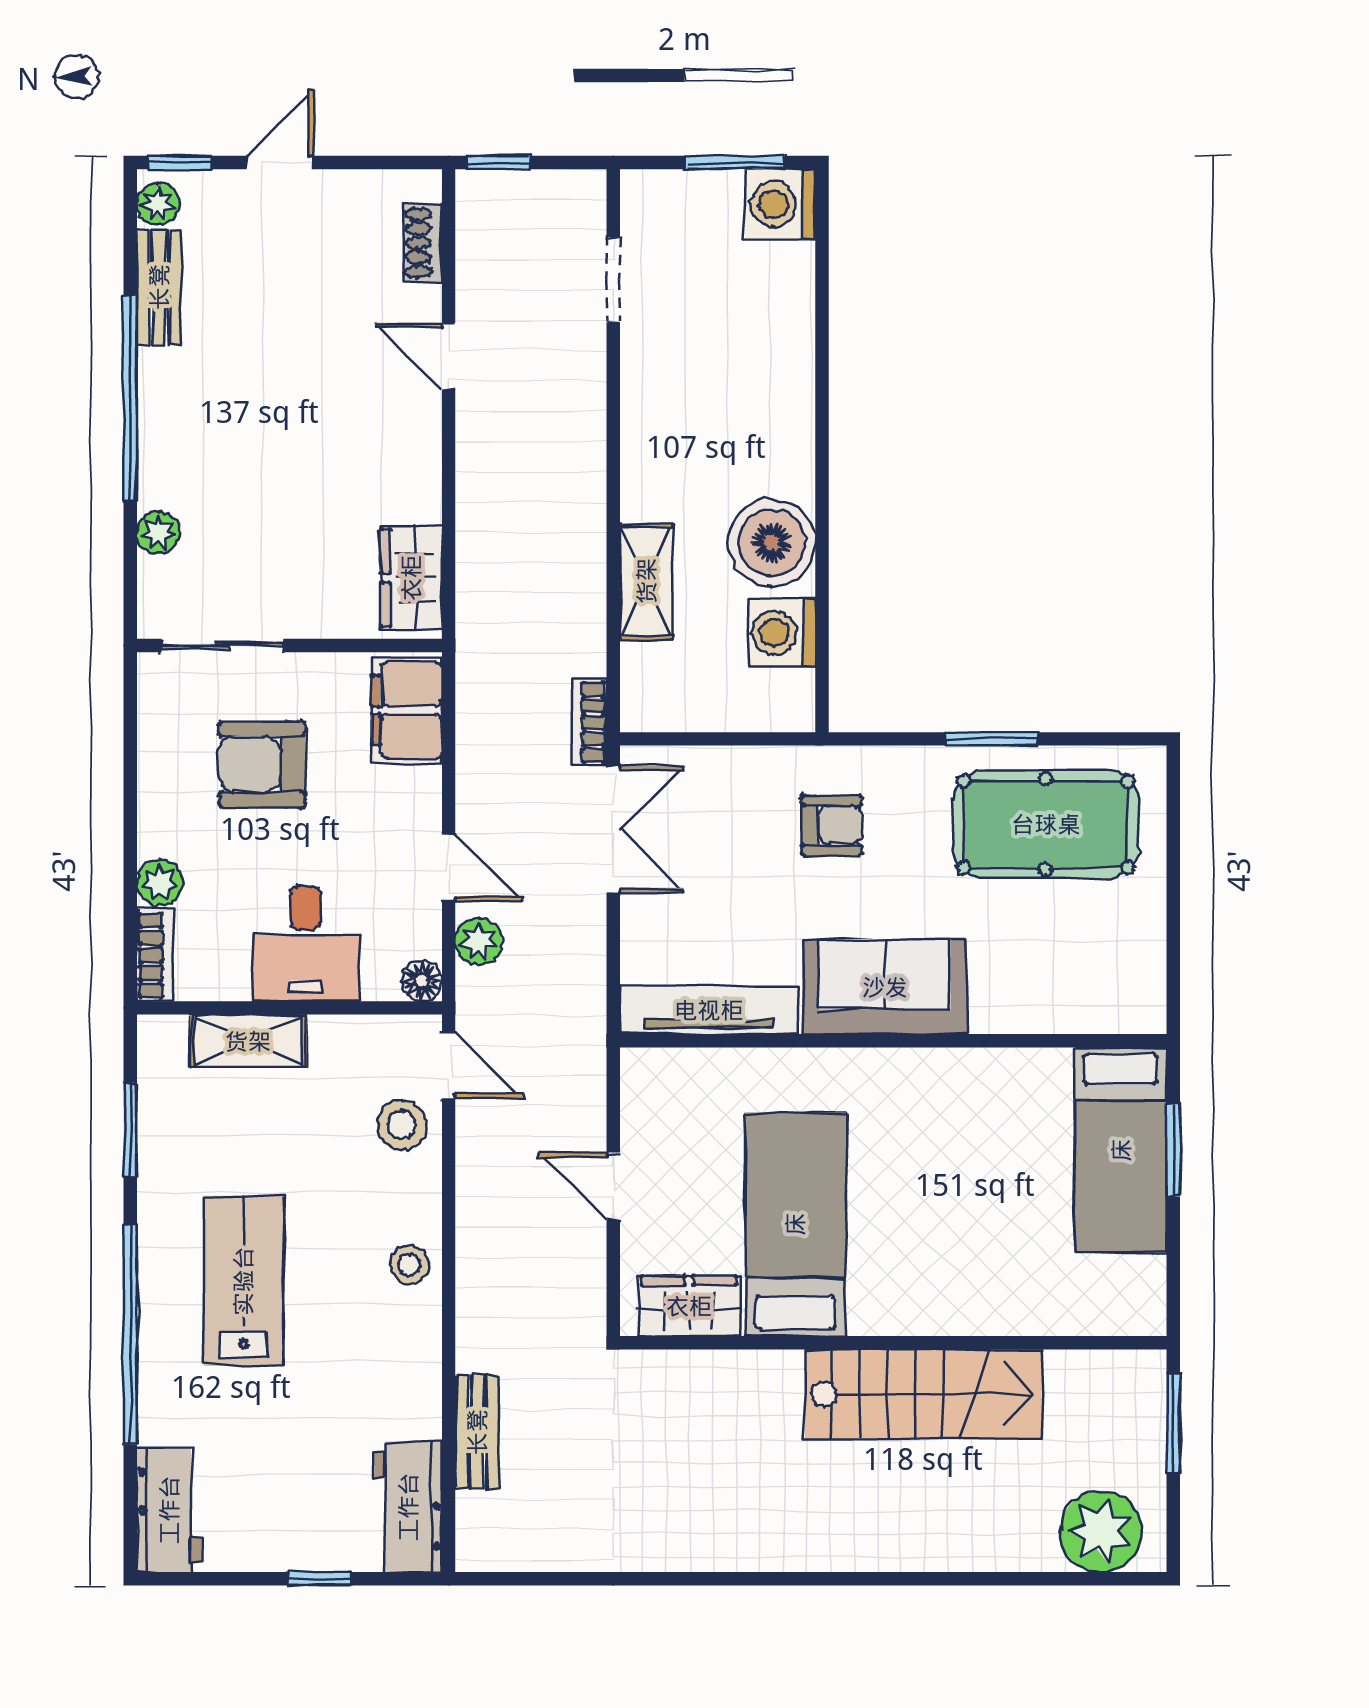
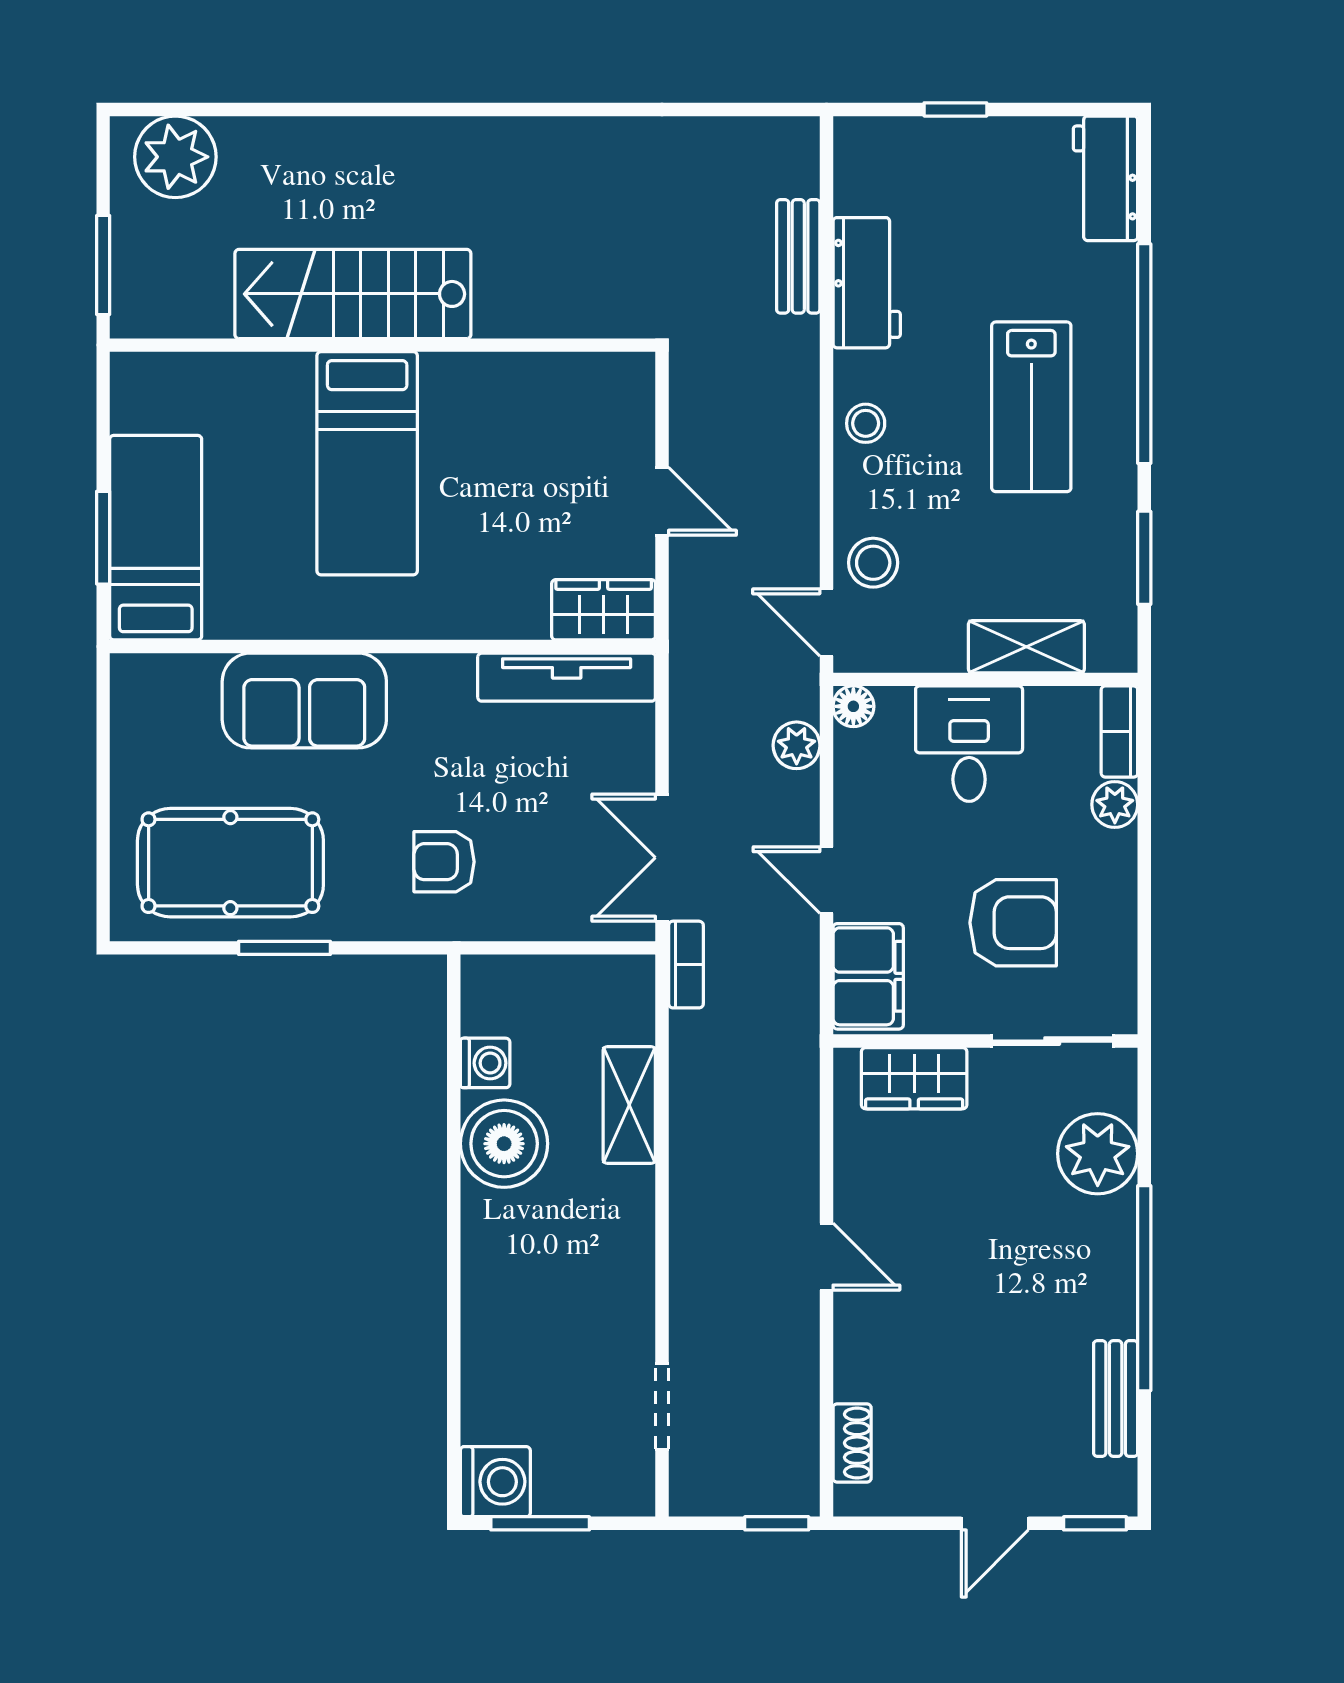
plant: (158, 204) -> (1117, 1482), removed
door: (449, 356) -> (826, 1257), moved
plant: (158, 533) -> (1098, 1154), width x1.88, depth x1.88
wardrobe: (411, 578) -> (914, 1078), moved, turned 90
washing machine: (781, 633) -> (485, 1063), width x0.73, depth x0.73
door: (449, 868) -> (826, 880), moved
sofa: (885, 987) -> (304, 701), moved
bed: (795, 1224) -> (367, 463), moved
wardrobe: (689, 1306) -> (604, 610), moved, turned 180
workbench: (408, 1507) -> (867, 283), moved

